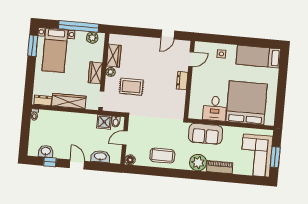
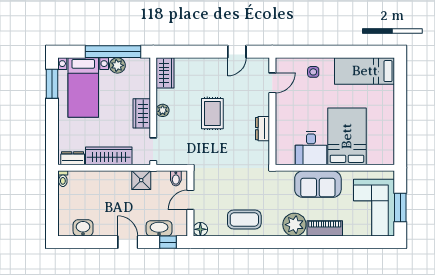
plant: (92, 38) -> (117, 65), moved
wardrobe: (114, 56) -> (165, 73), moved
dresser: (182, 81) -> (262, 129), moved
rug: (131, 87) -> (212, 114), moved, turned 90
bed: (247, 103) -> (347, 136), width x0.73
shower: (104, 122) -> (141, 180), moved
sofa: (206, 134) -> (318, 184), moved
window: (50, 162) -> (168, 242), moved

